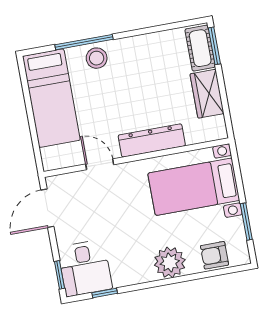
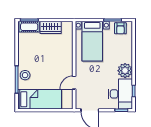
dresser: (152, 140) -> (68, 57), removed
armchair: (215, 255) -> (120, 28), moved
plant: (170, 262) -> (125, 71), moved
desk: (85, 268) -> (120, 94), width x1.37

